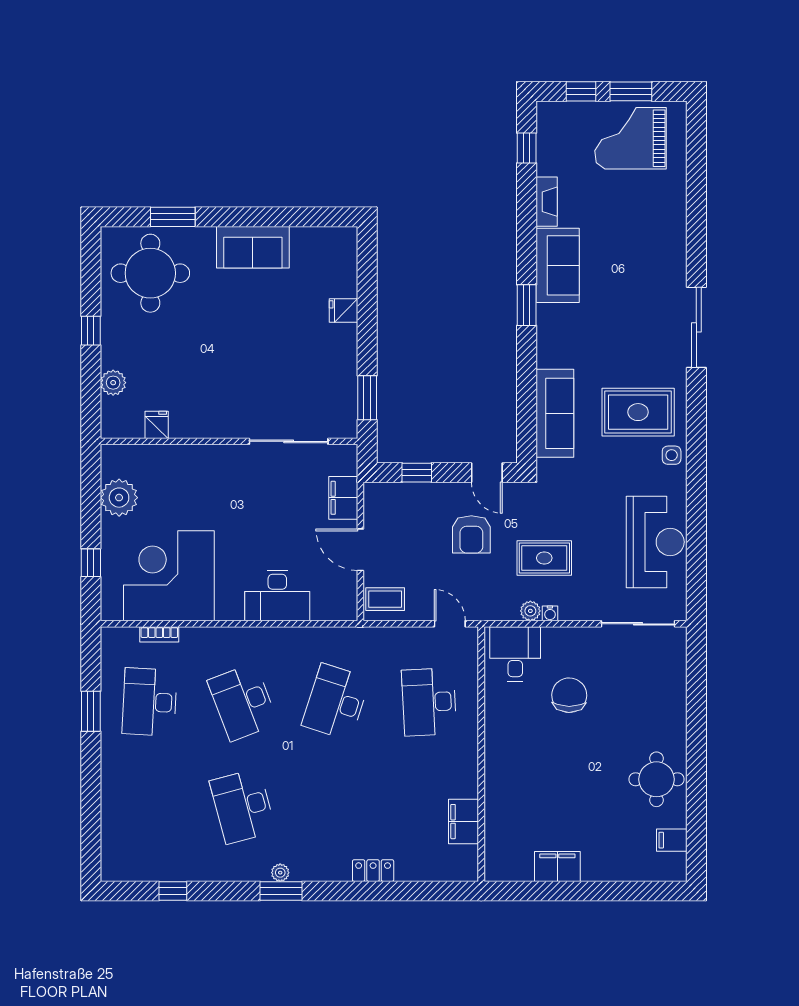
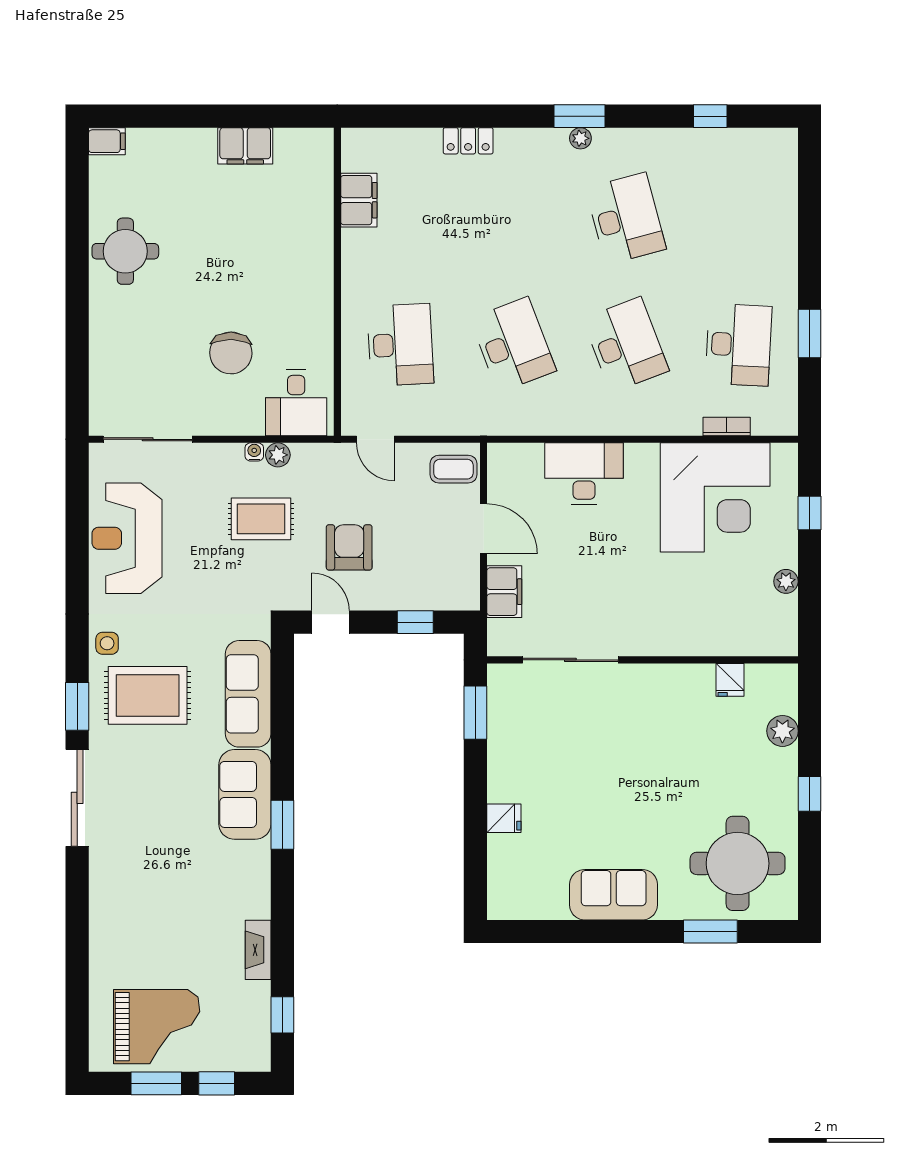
sofa: (558, 265) -> (245, 794), moved
window: (696, 403) -> (77, 706), added
plant: (119, 498) -> (786, 581), width x0.53, depth x0.53
desk: (336, 702) -> (513, 345), turned -39
filing cabinet: (672, 840) -> (107, 141), moved

